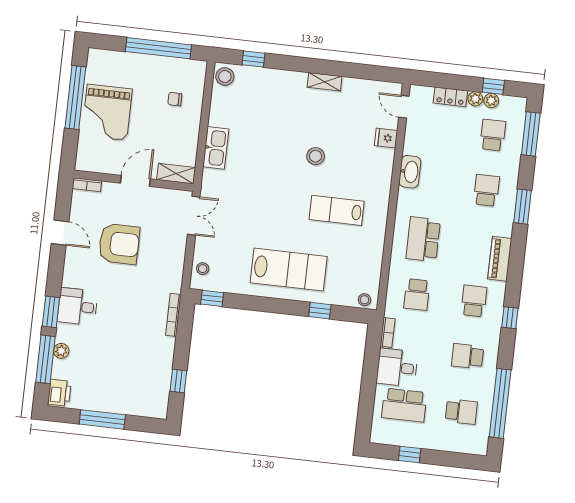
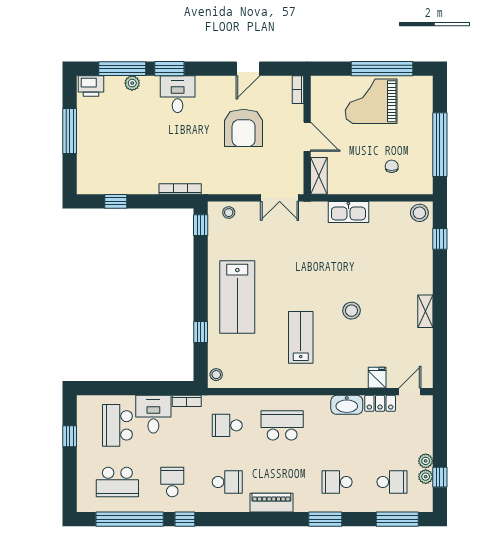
locker: (450, 97) -> (380, 403), moved, turned -90
school desk: (486, 190) -> (337, 482), turned 180
window: (510, 318) -> (185, 519), moved
school desk: (461, 412) -> (117, 482), width x1.85

